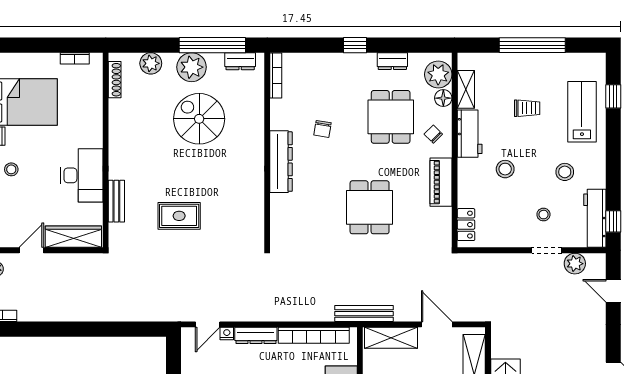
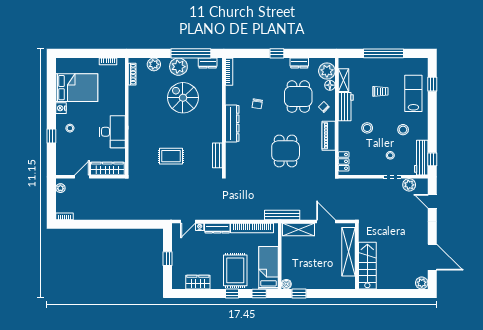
bench: (116, 201) -> (217, 155), moved

